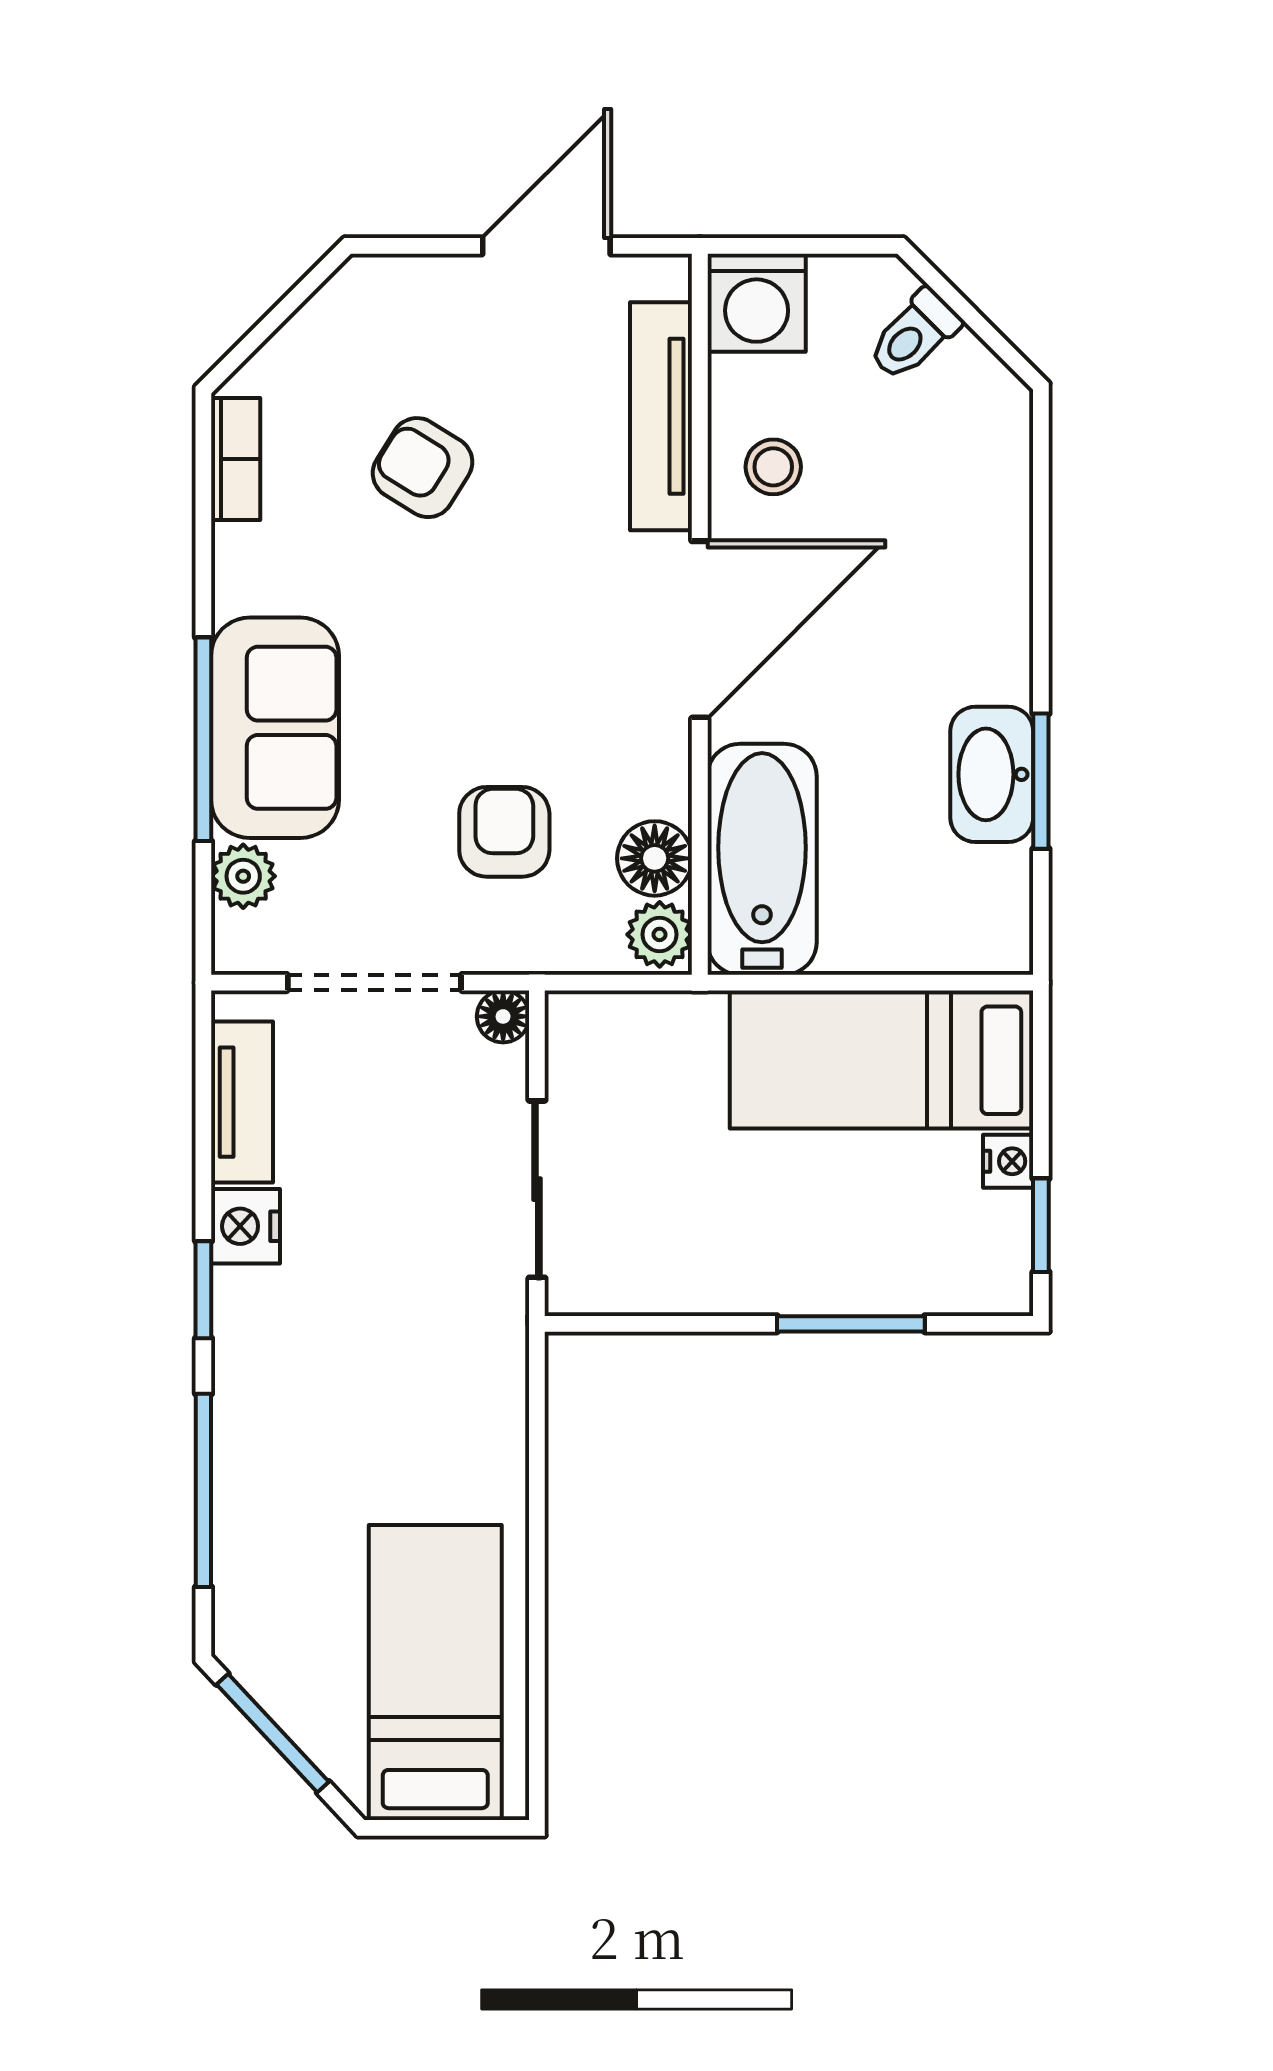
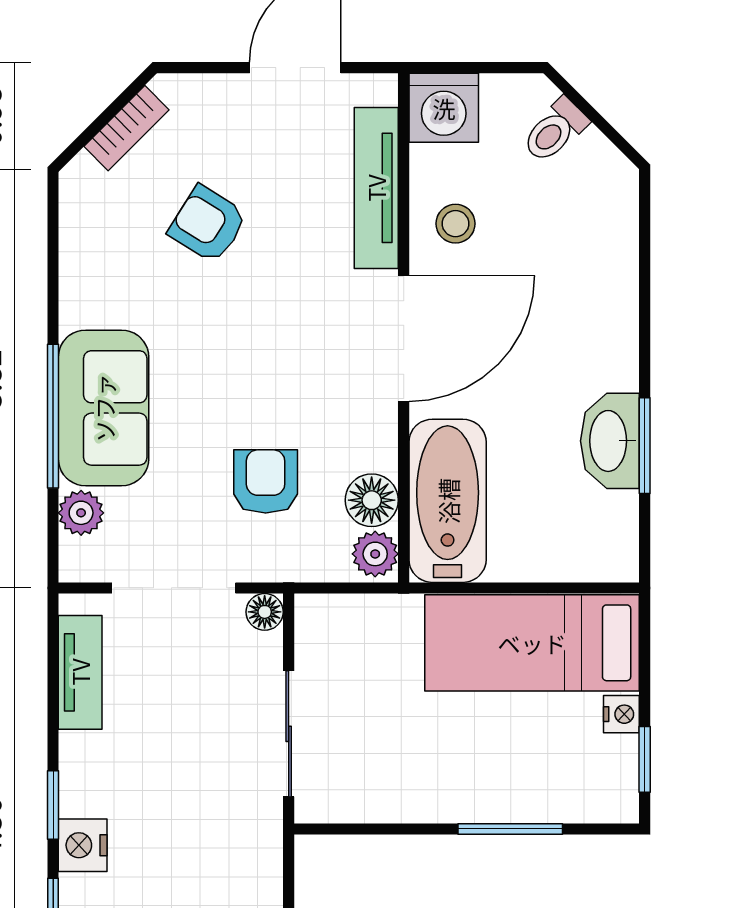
bookcase: (236, 459) -> (126, 128), moved, turned 45
nightstand: (246, 1226) -> (83, 845), moved

